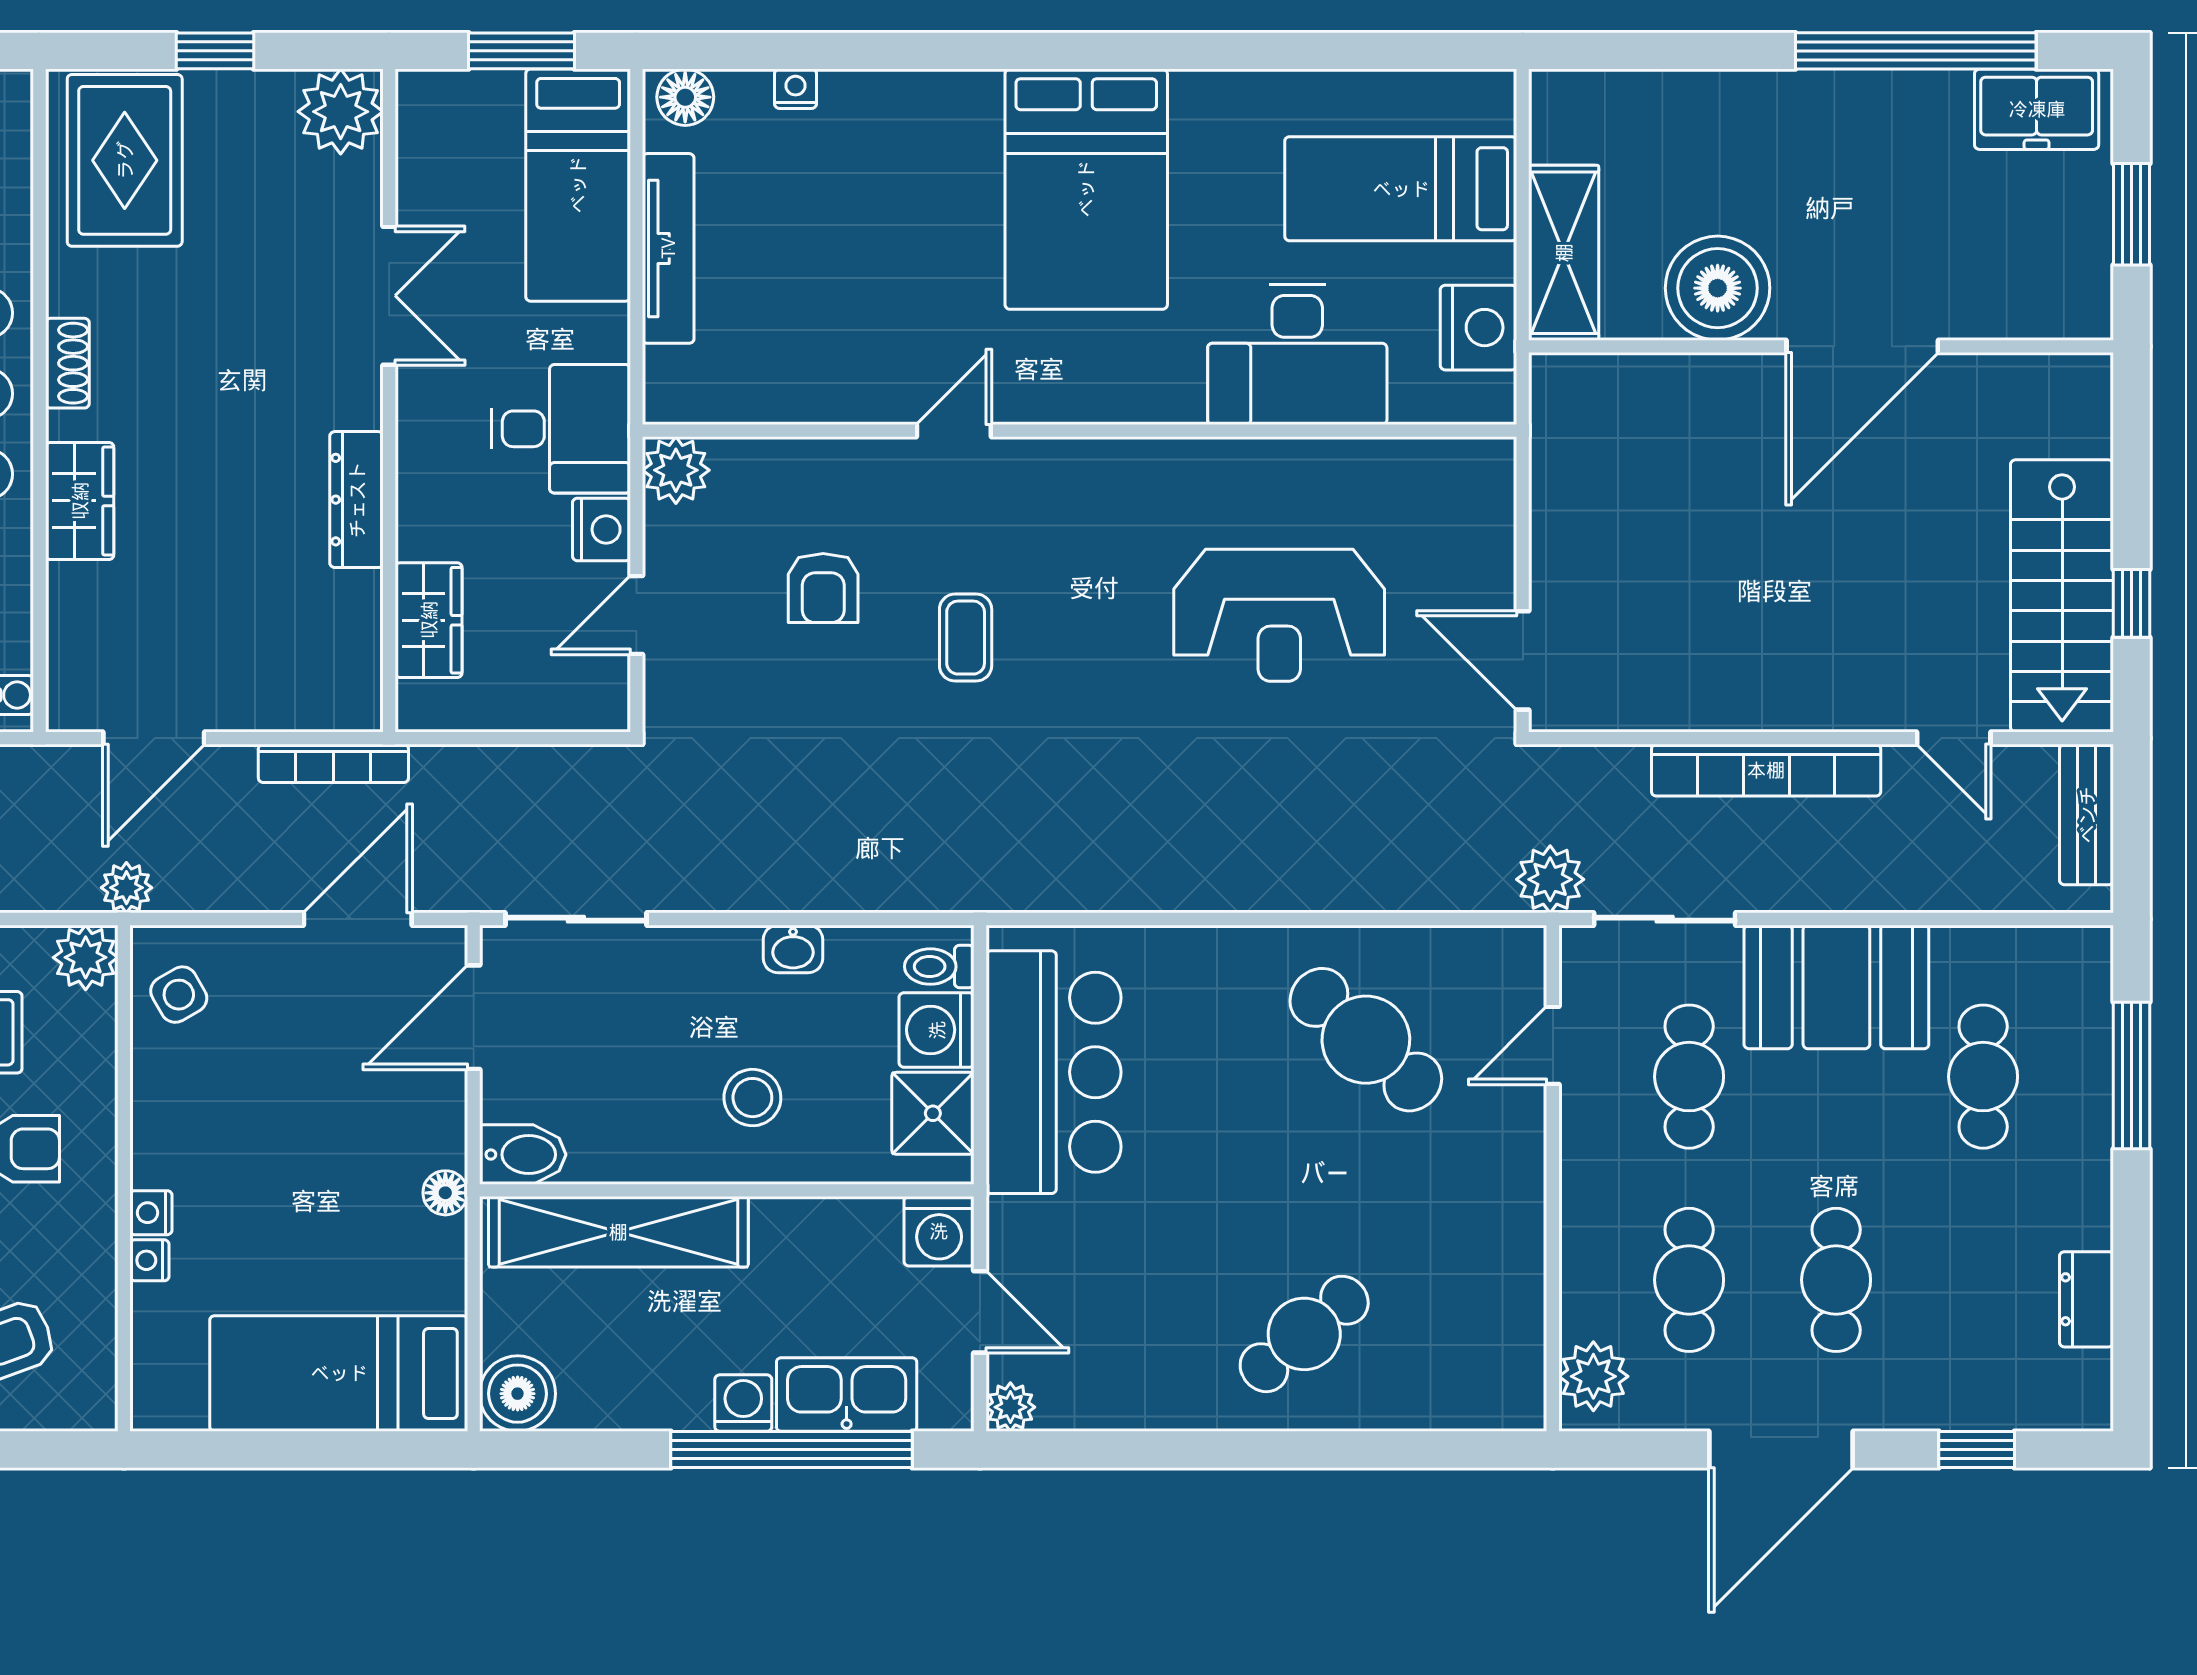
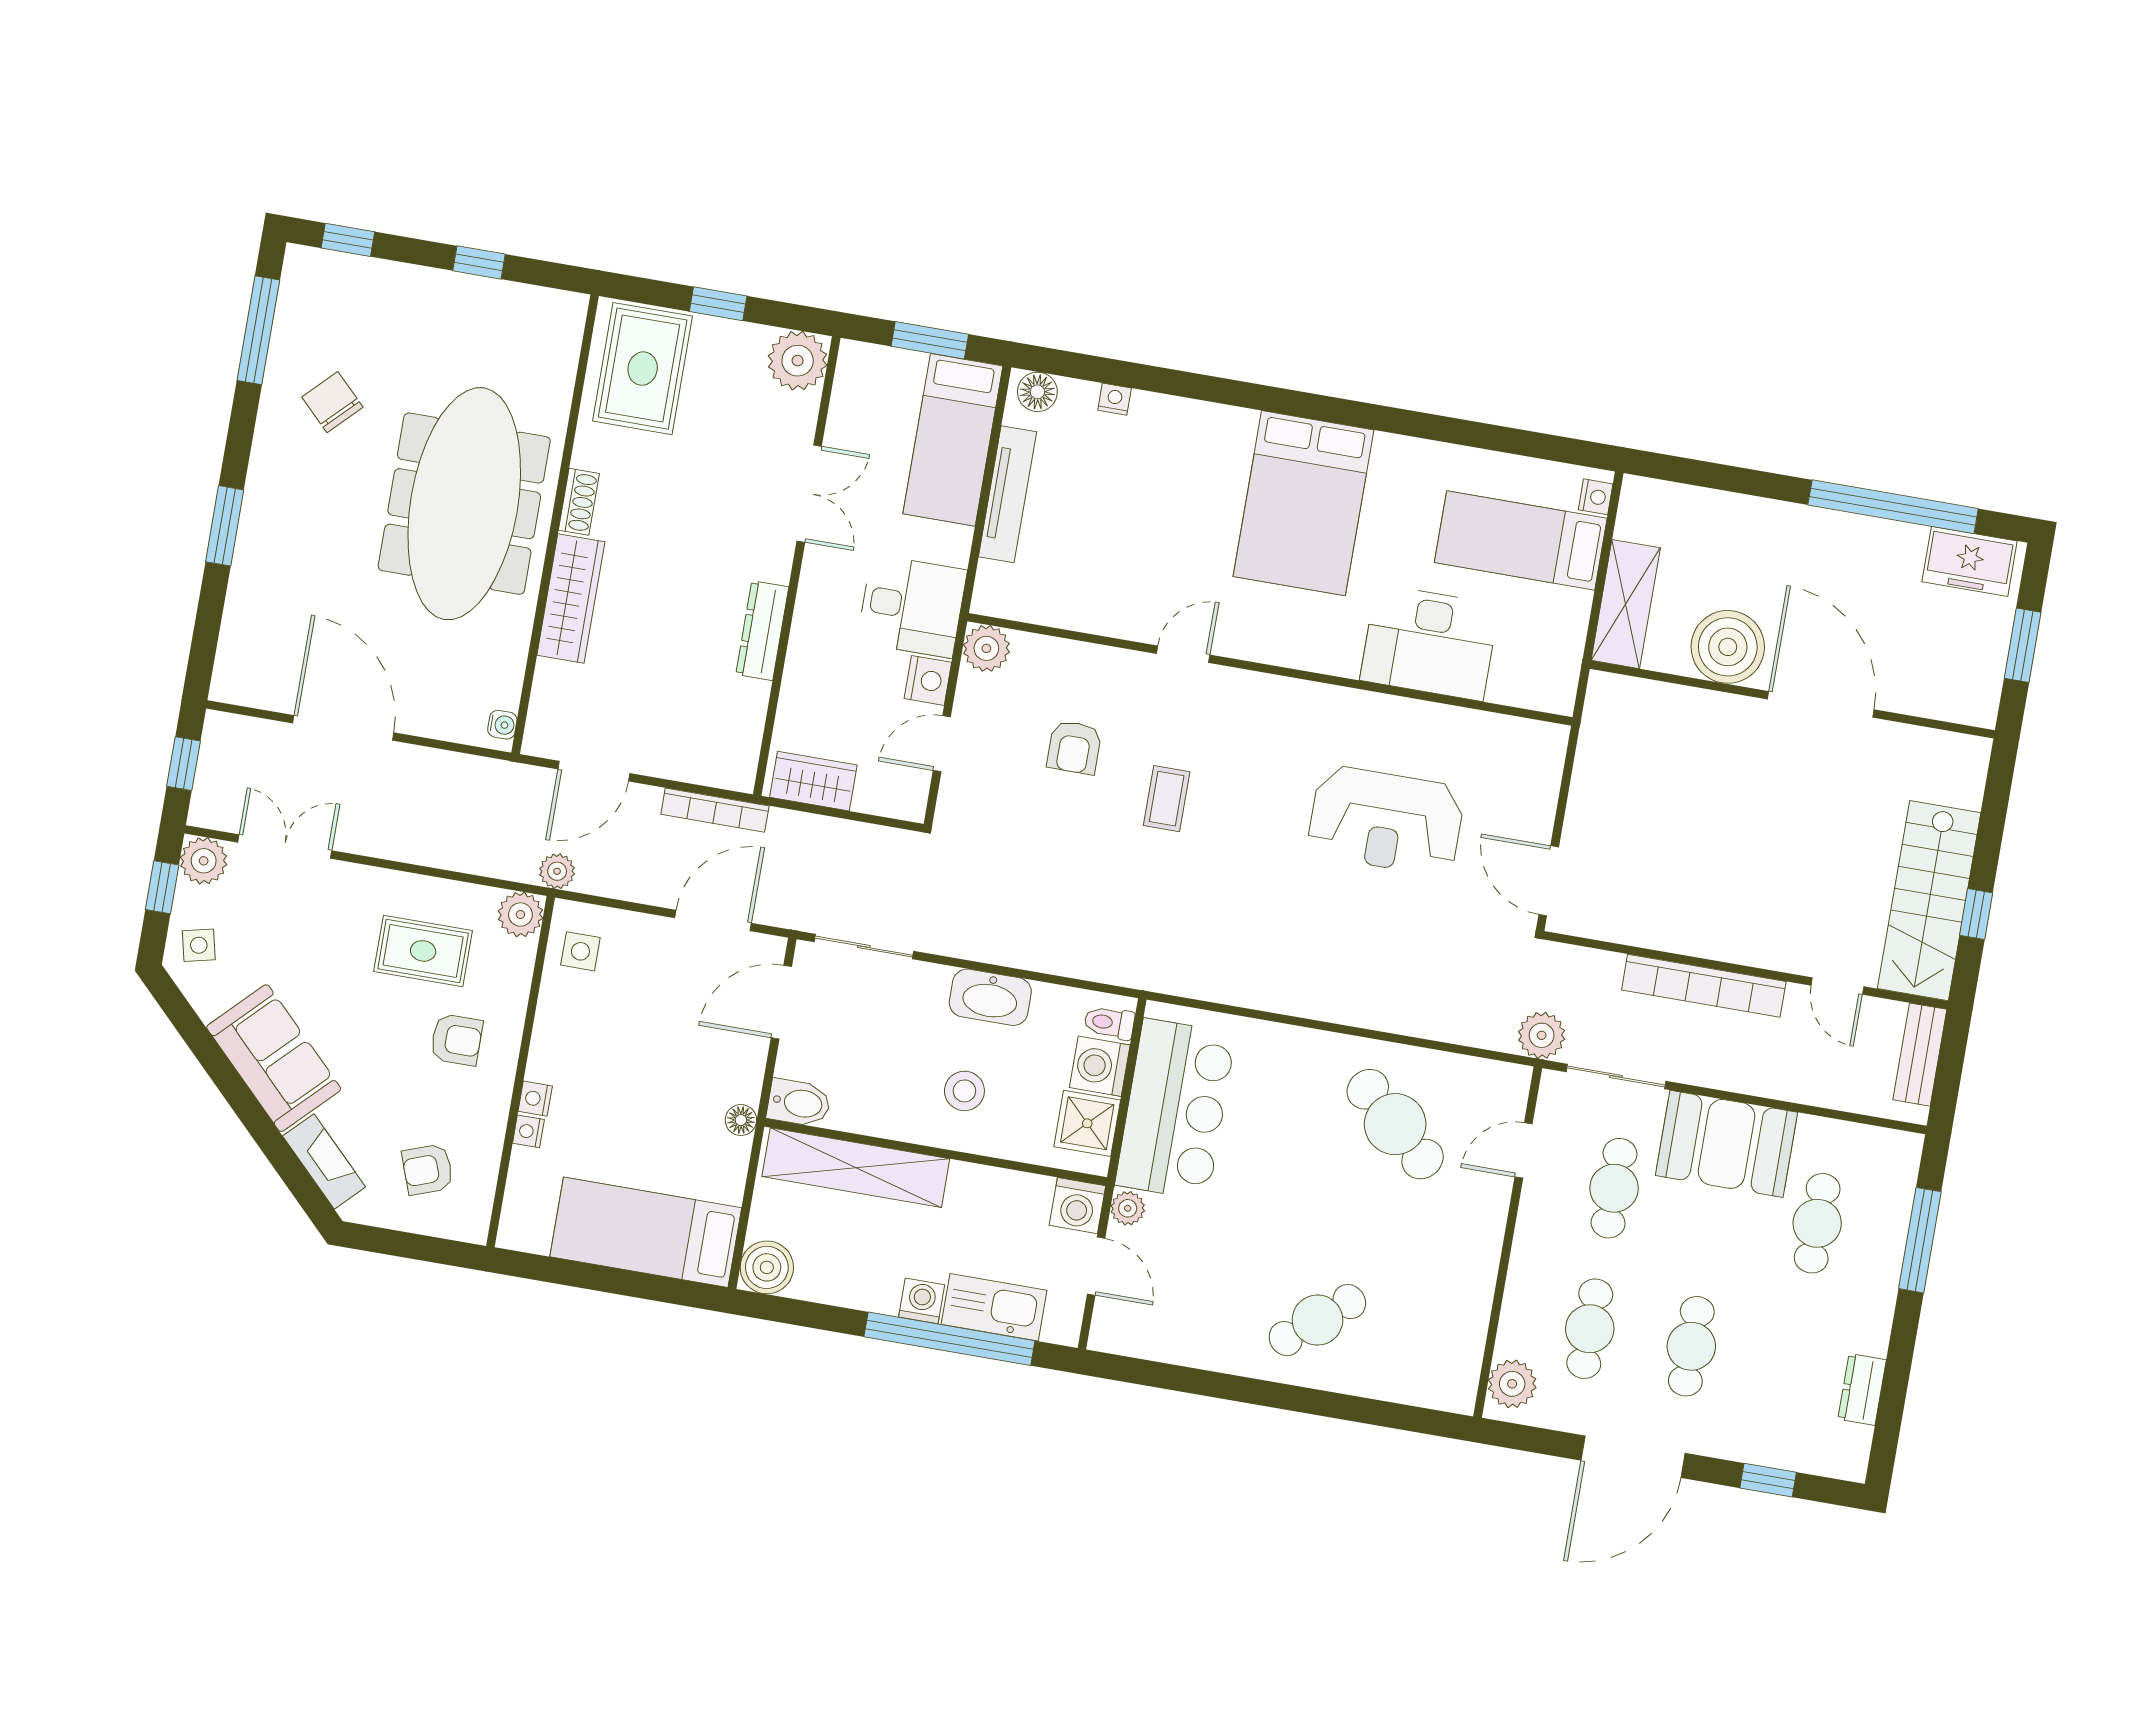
nightstand: (1478, 328) -> (1596, 497), moved, width x0.53, depth x0.56
door: (1862, 346) -> (1821, 704), swing flipped
wardrobe: (80, 501) -> (571, 599), width x1.50
wardrobe: (429, 620) -> (813, 781), moved, turned -90
washbasin: (793, 949) -> (990, 997), width x1.91, depth x1.45
side table: (179, 995) -> (580, 951), turned 30
plant: (1010, 1407) -> (1128, 1208), moved

